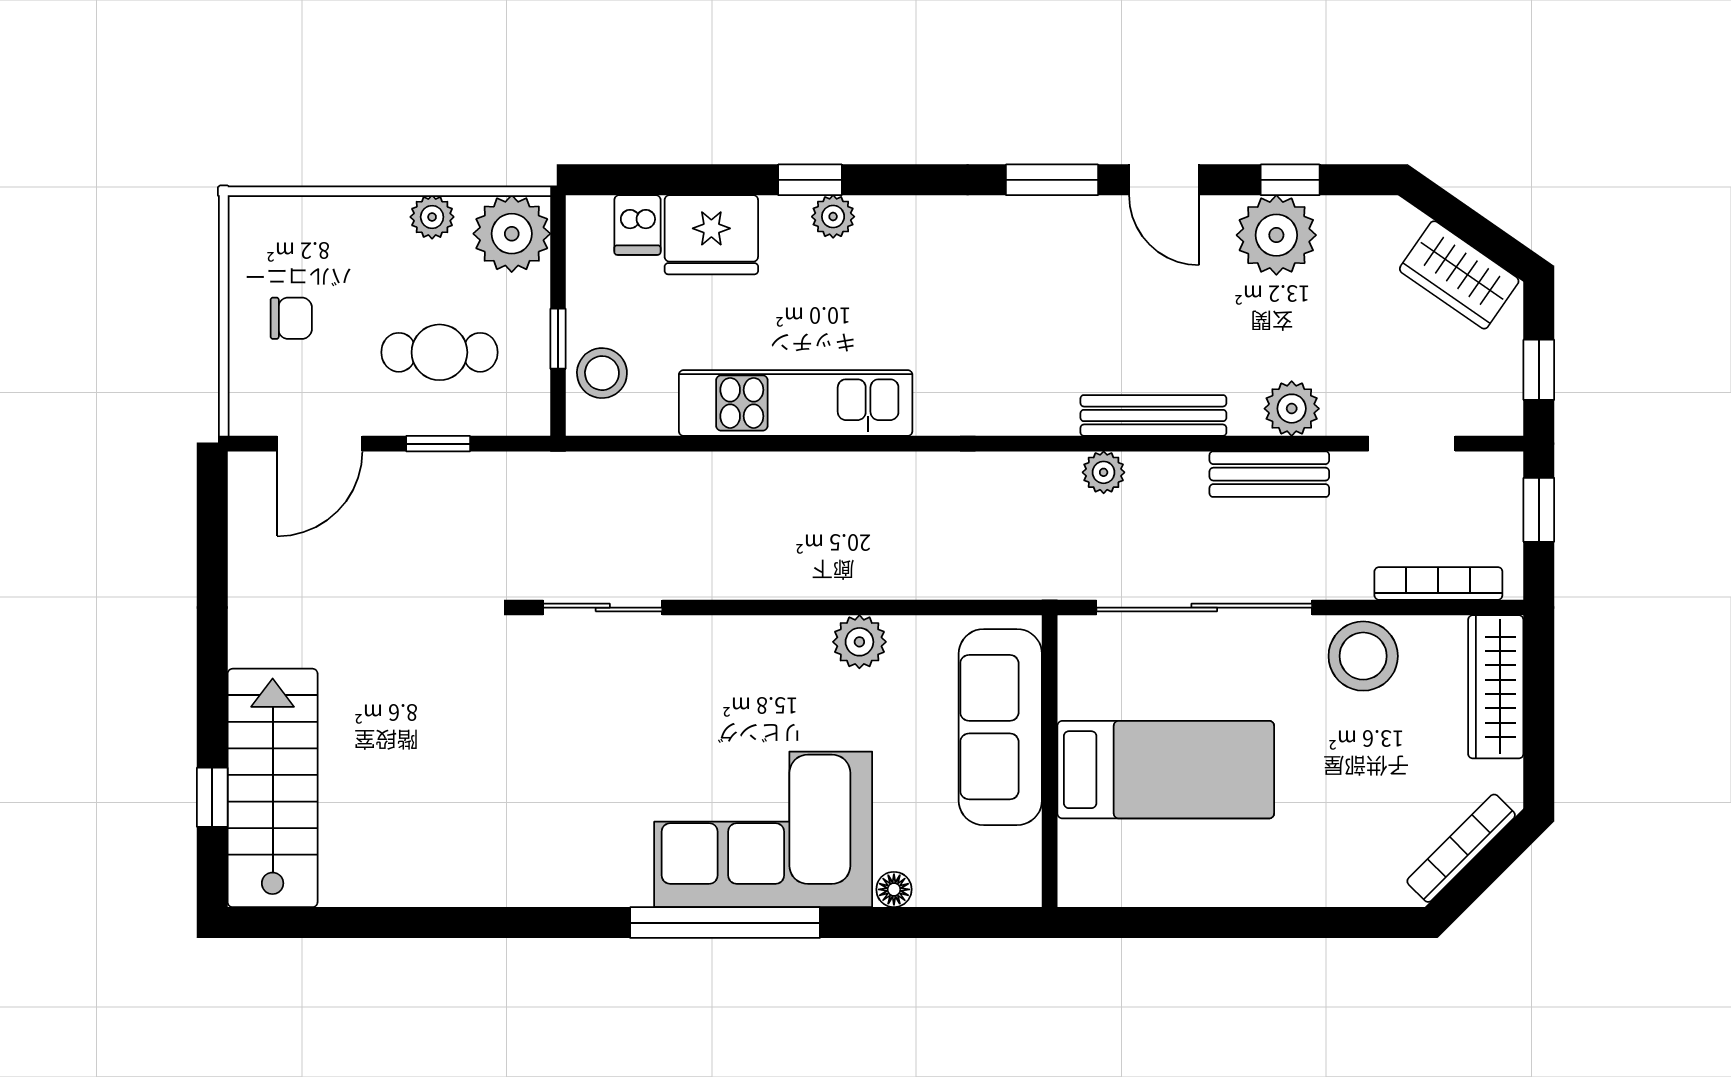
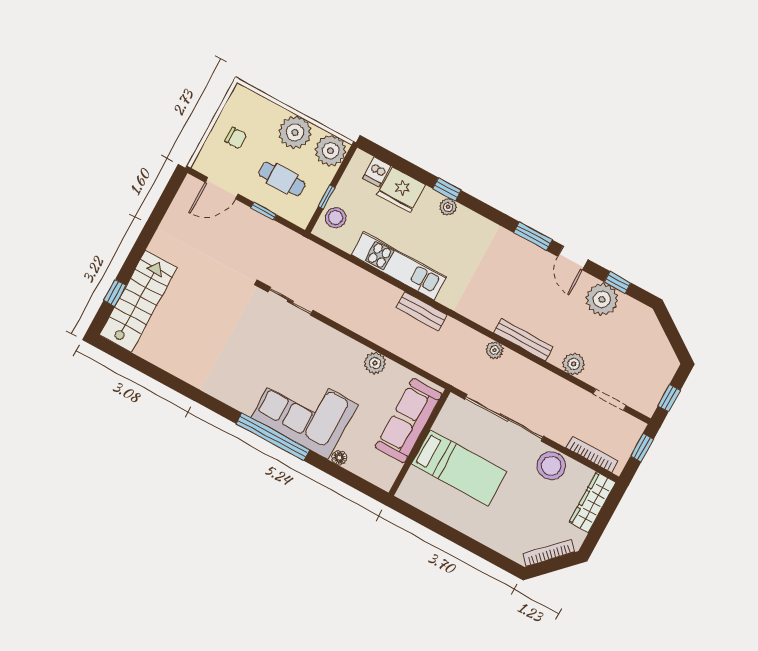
plant: (432, 217) -> (295, 132), width x1.87, depth x1.87
wardrobe: (1459, 275) -> (659, 349), removed
bench: (1269, 474) -> (422, 311), moved

